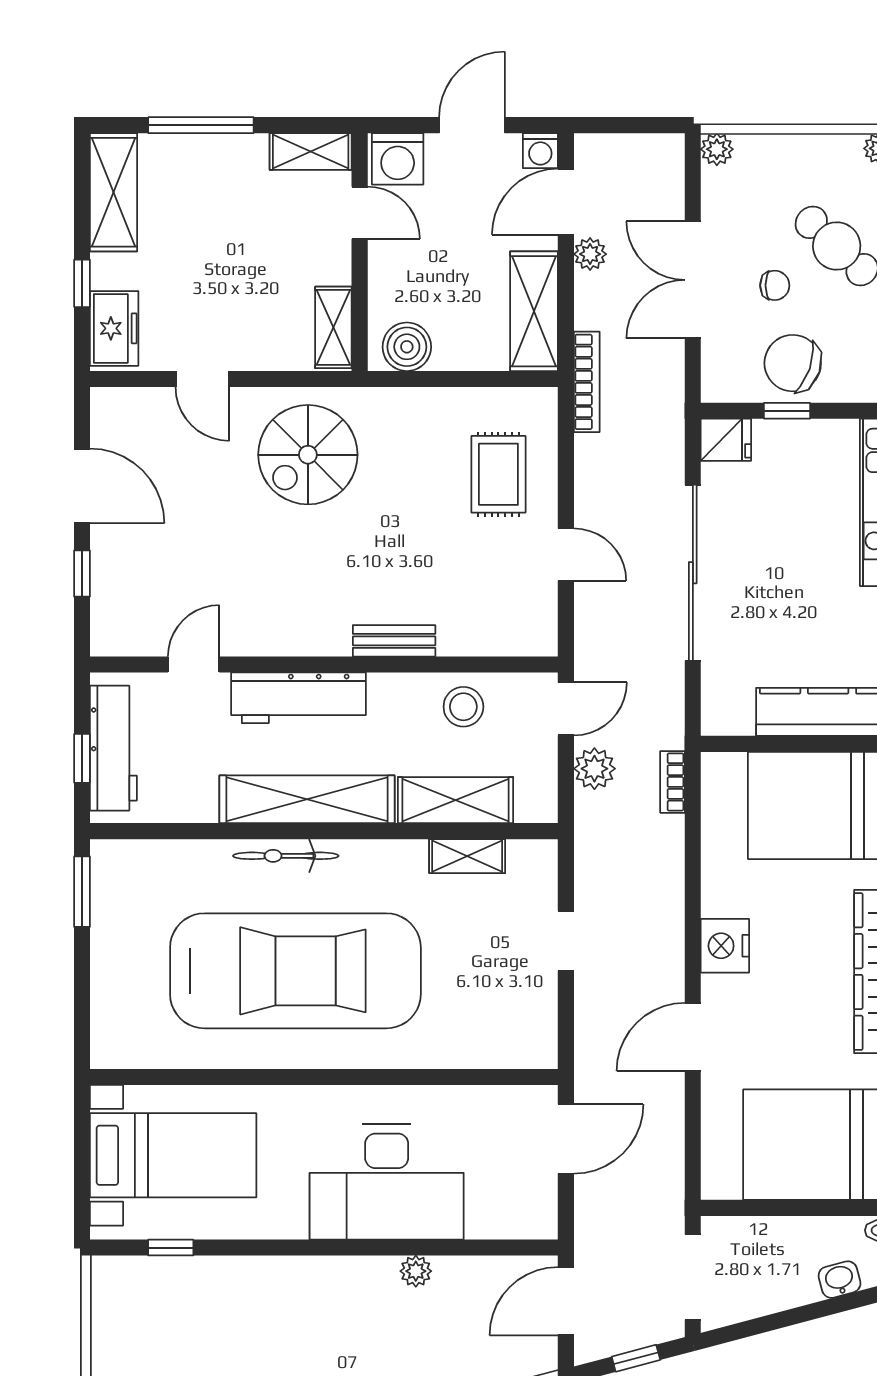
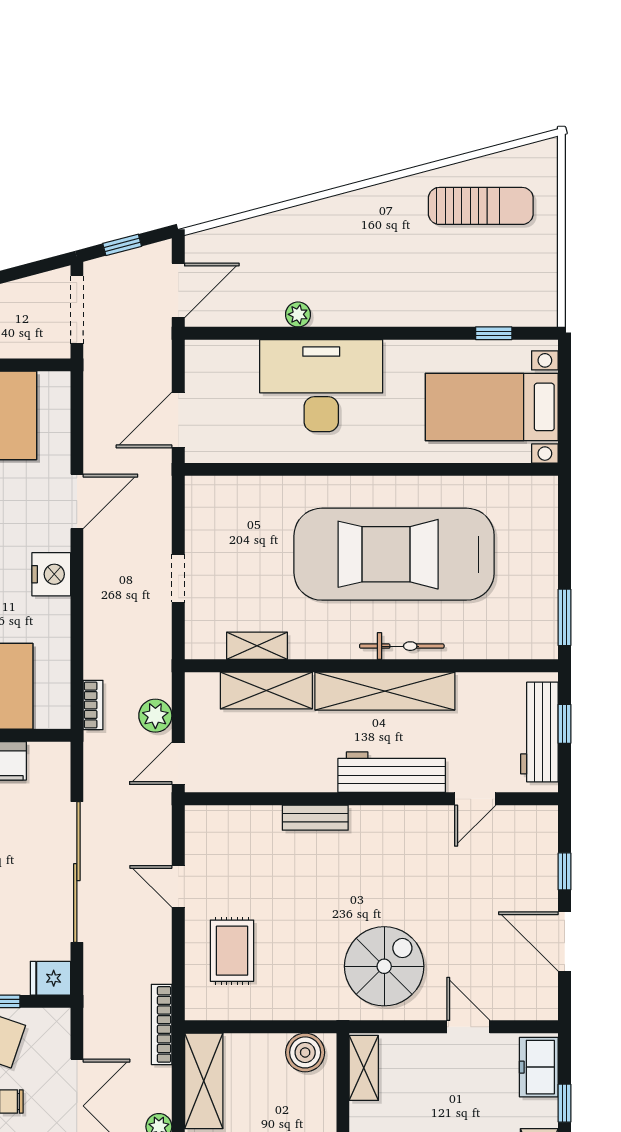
stool: (463, 707) -> (260, 765), removed

